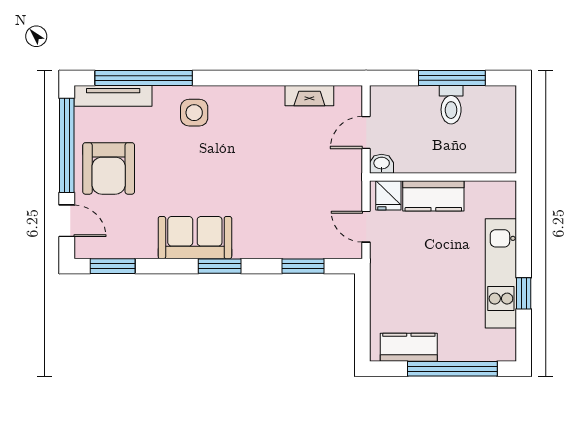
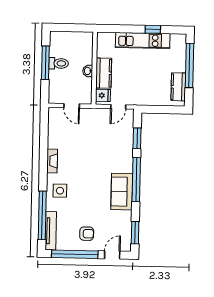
fireplace: (309, 96) -> (52, 161), moved
washbasin: (382, 164) -> (88, 71), moved
armchair: (109, 168) -> (87, 234), width x0.53, depth x0.53
window: (220, 266) -> (136, 180), width x2.11

